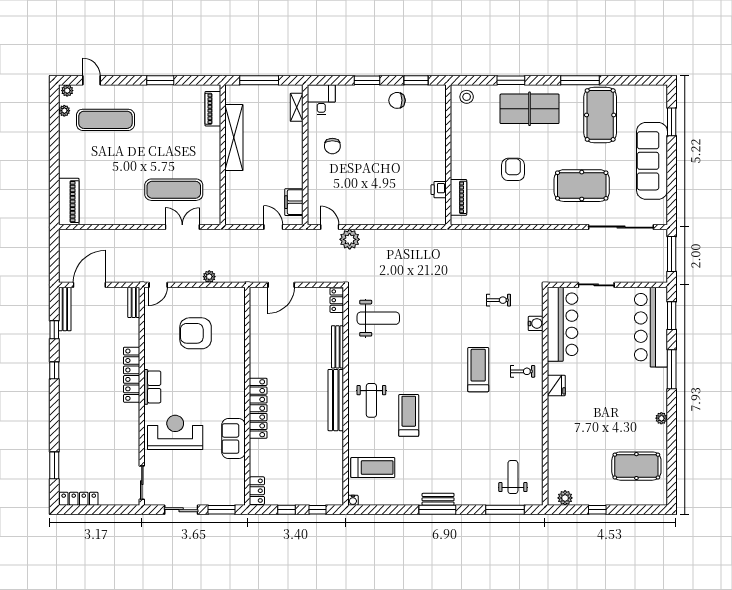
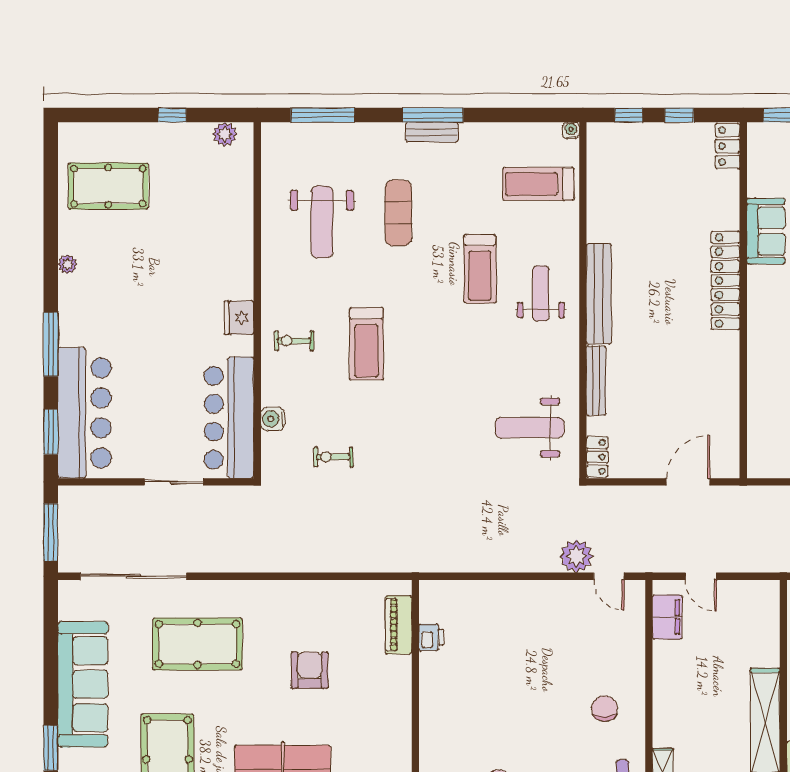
armchair: (513, 169) -> (310, 670), turned 180
exercise mat: (459, 450) -> (398, 213), added
weight bench: (513, 477) -> (322, 222), moved, width x1.36, depth x1.33

